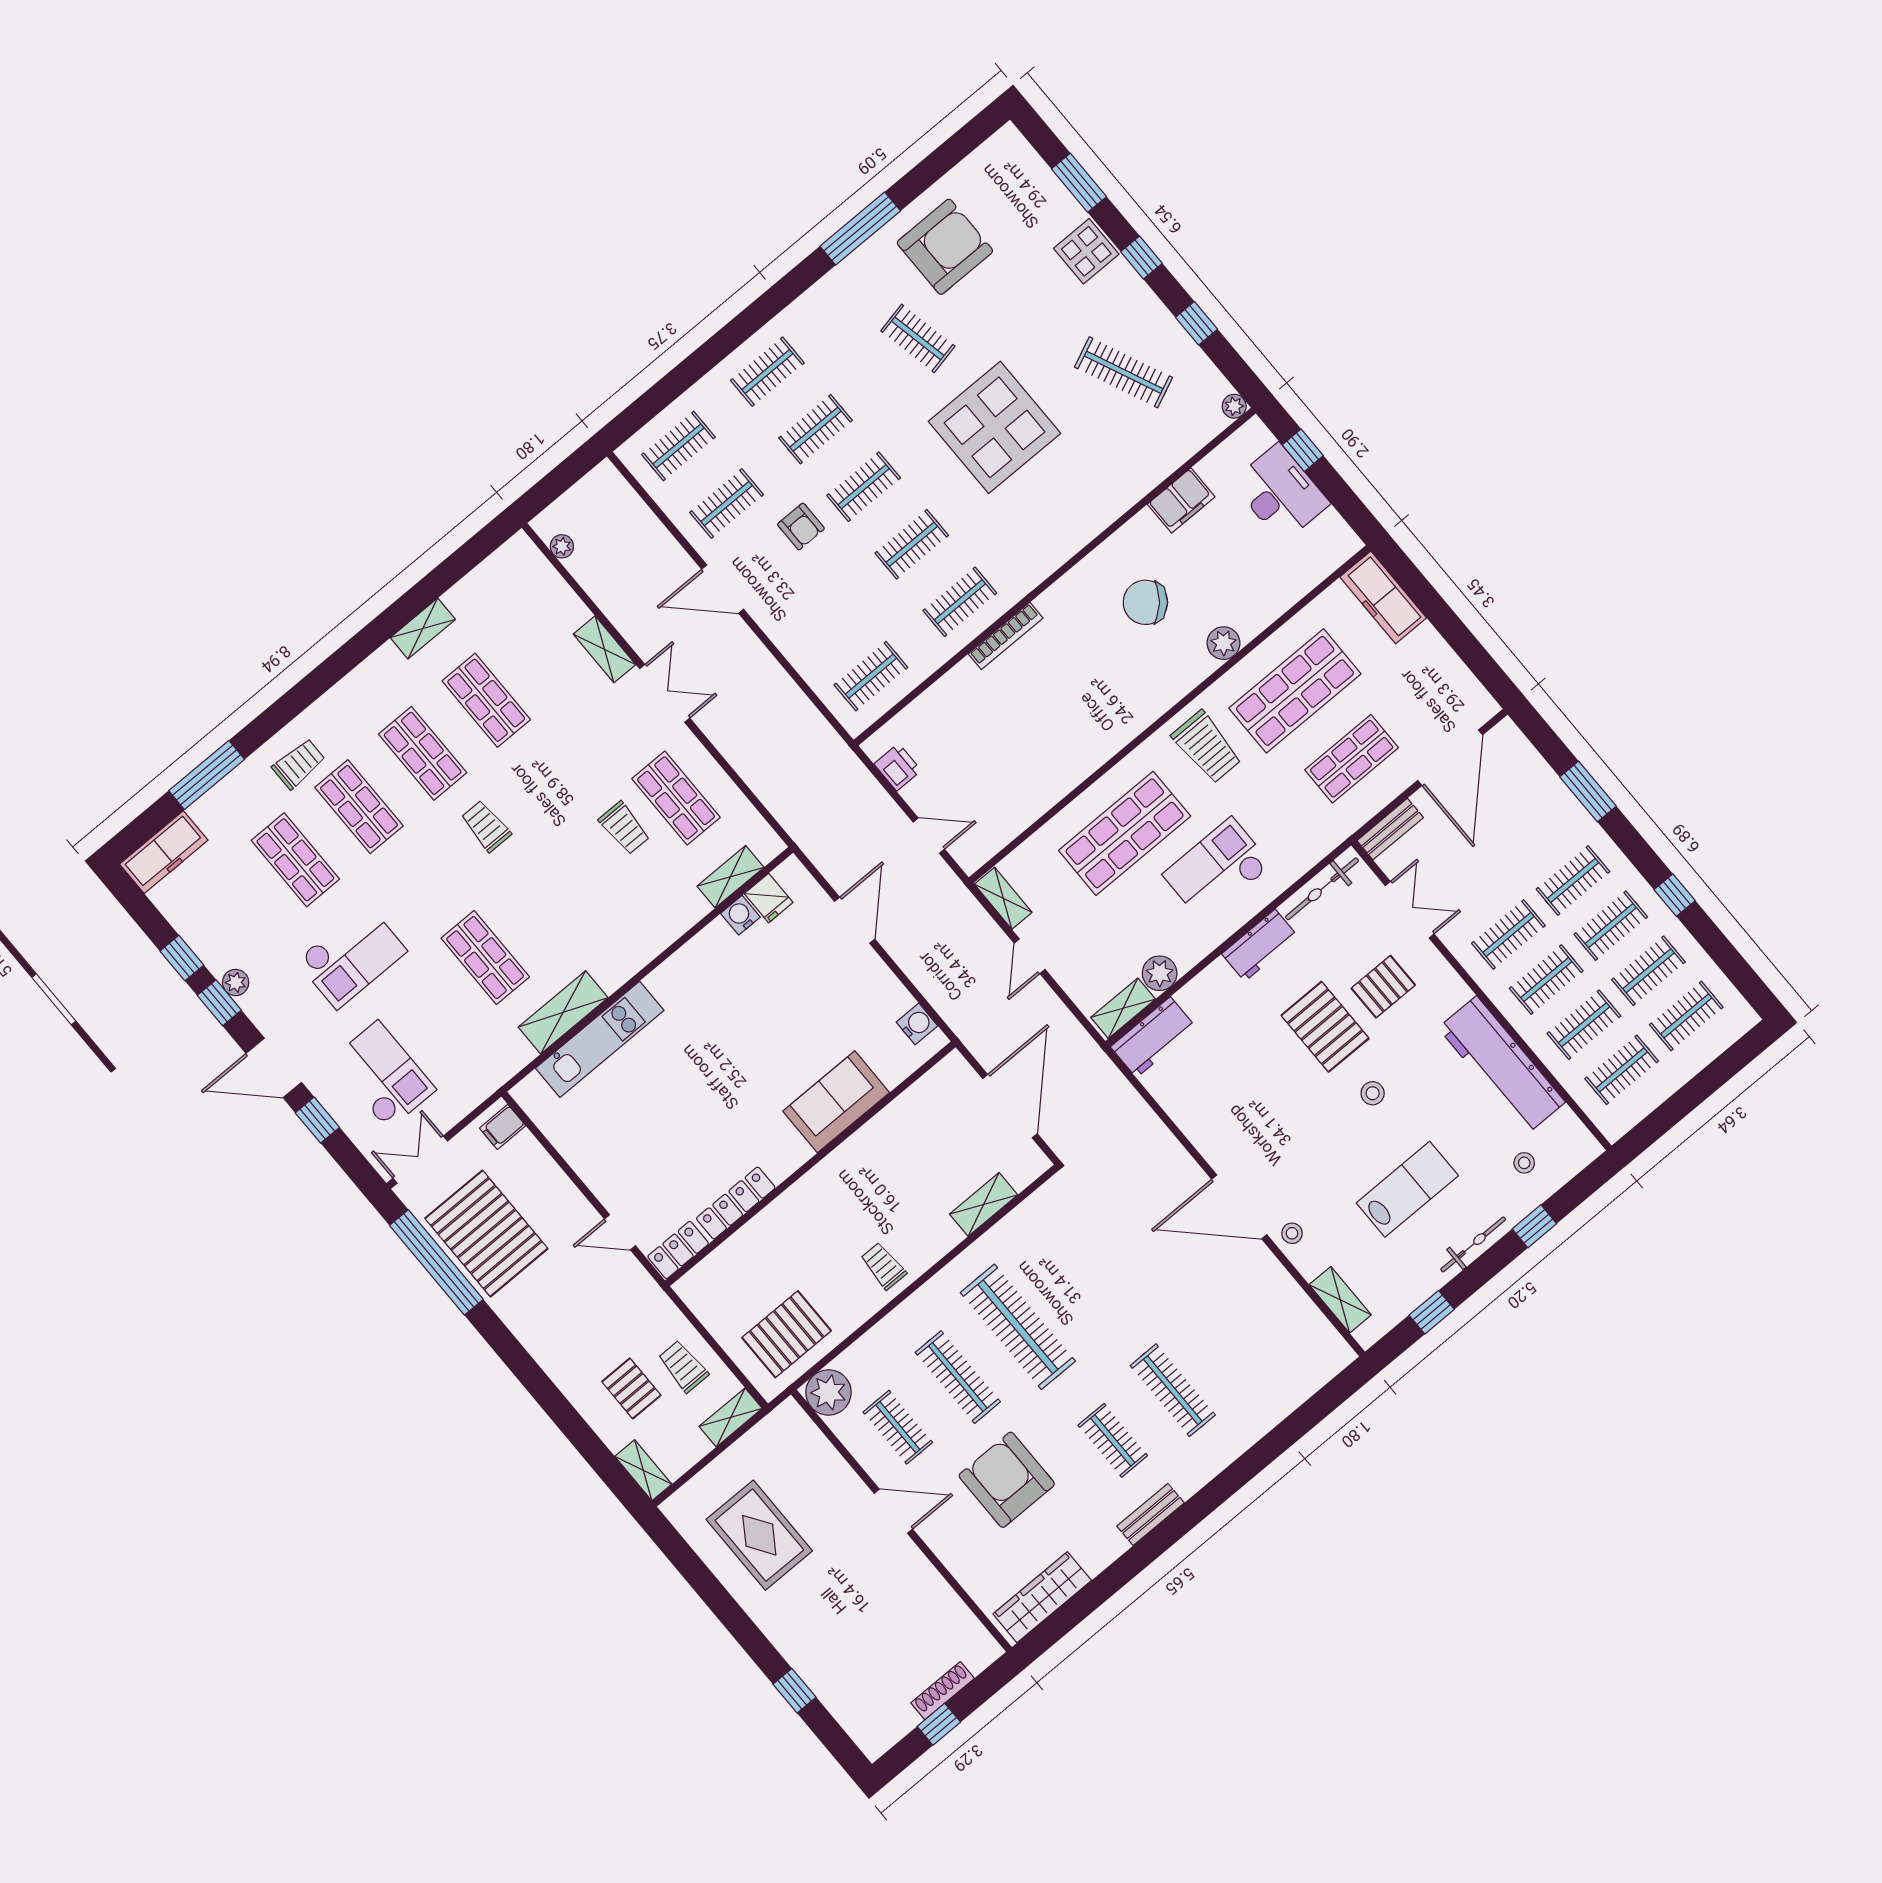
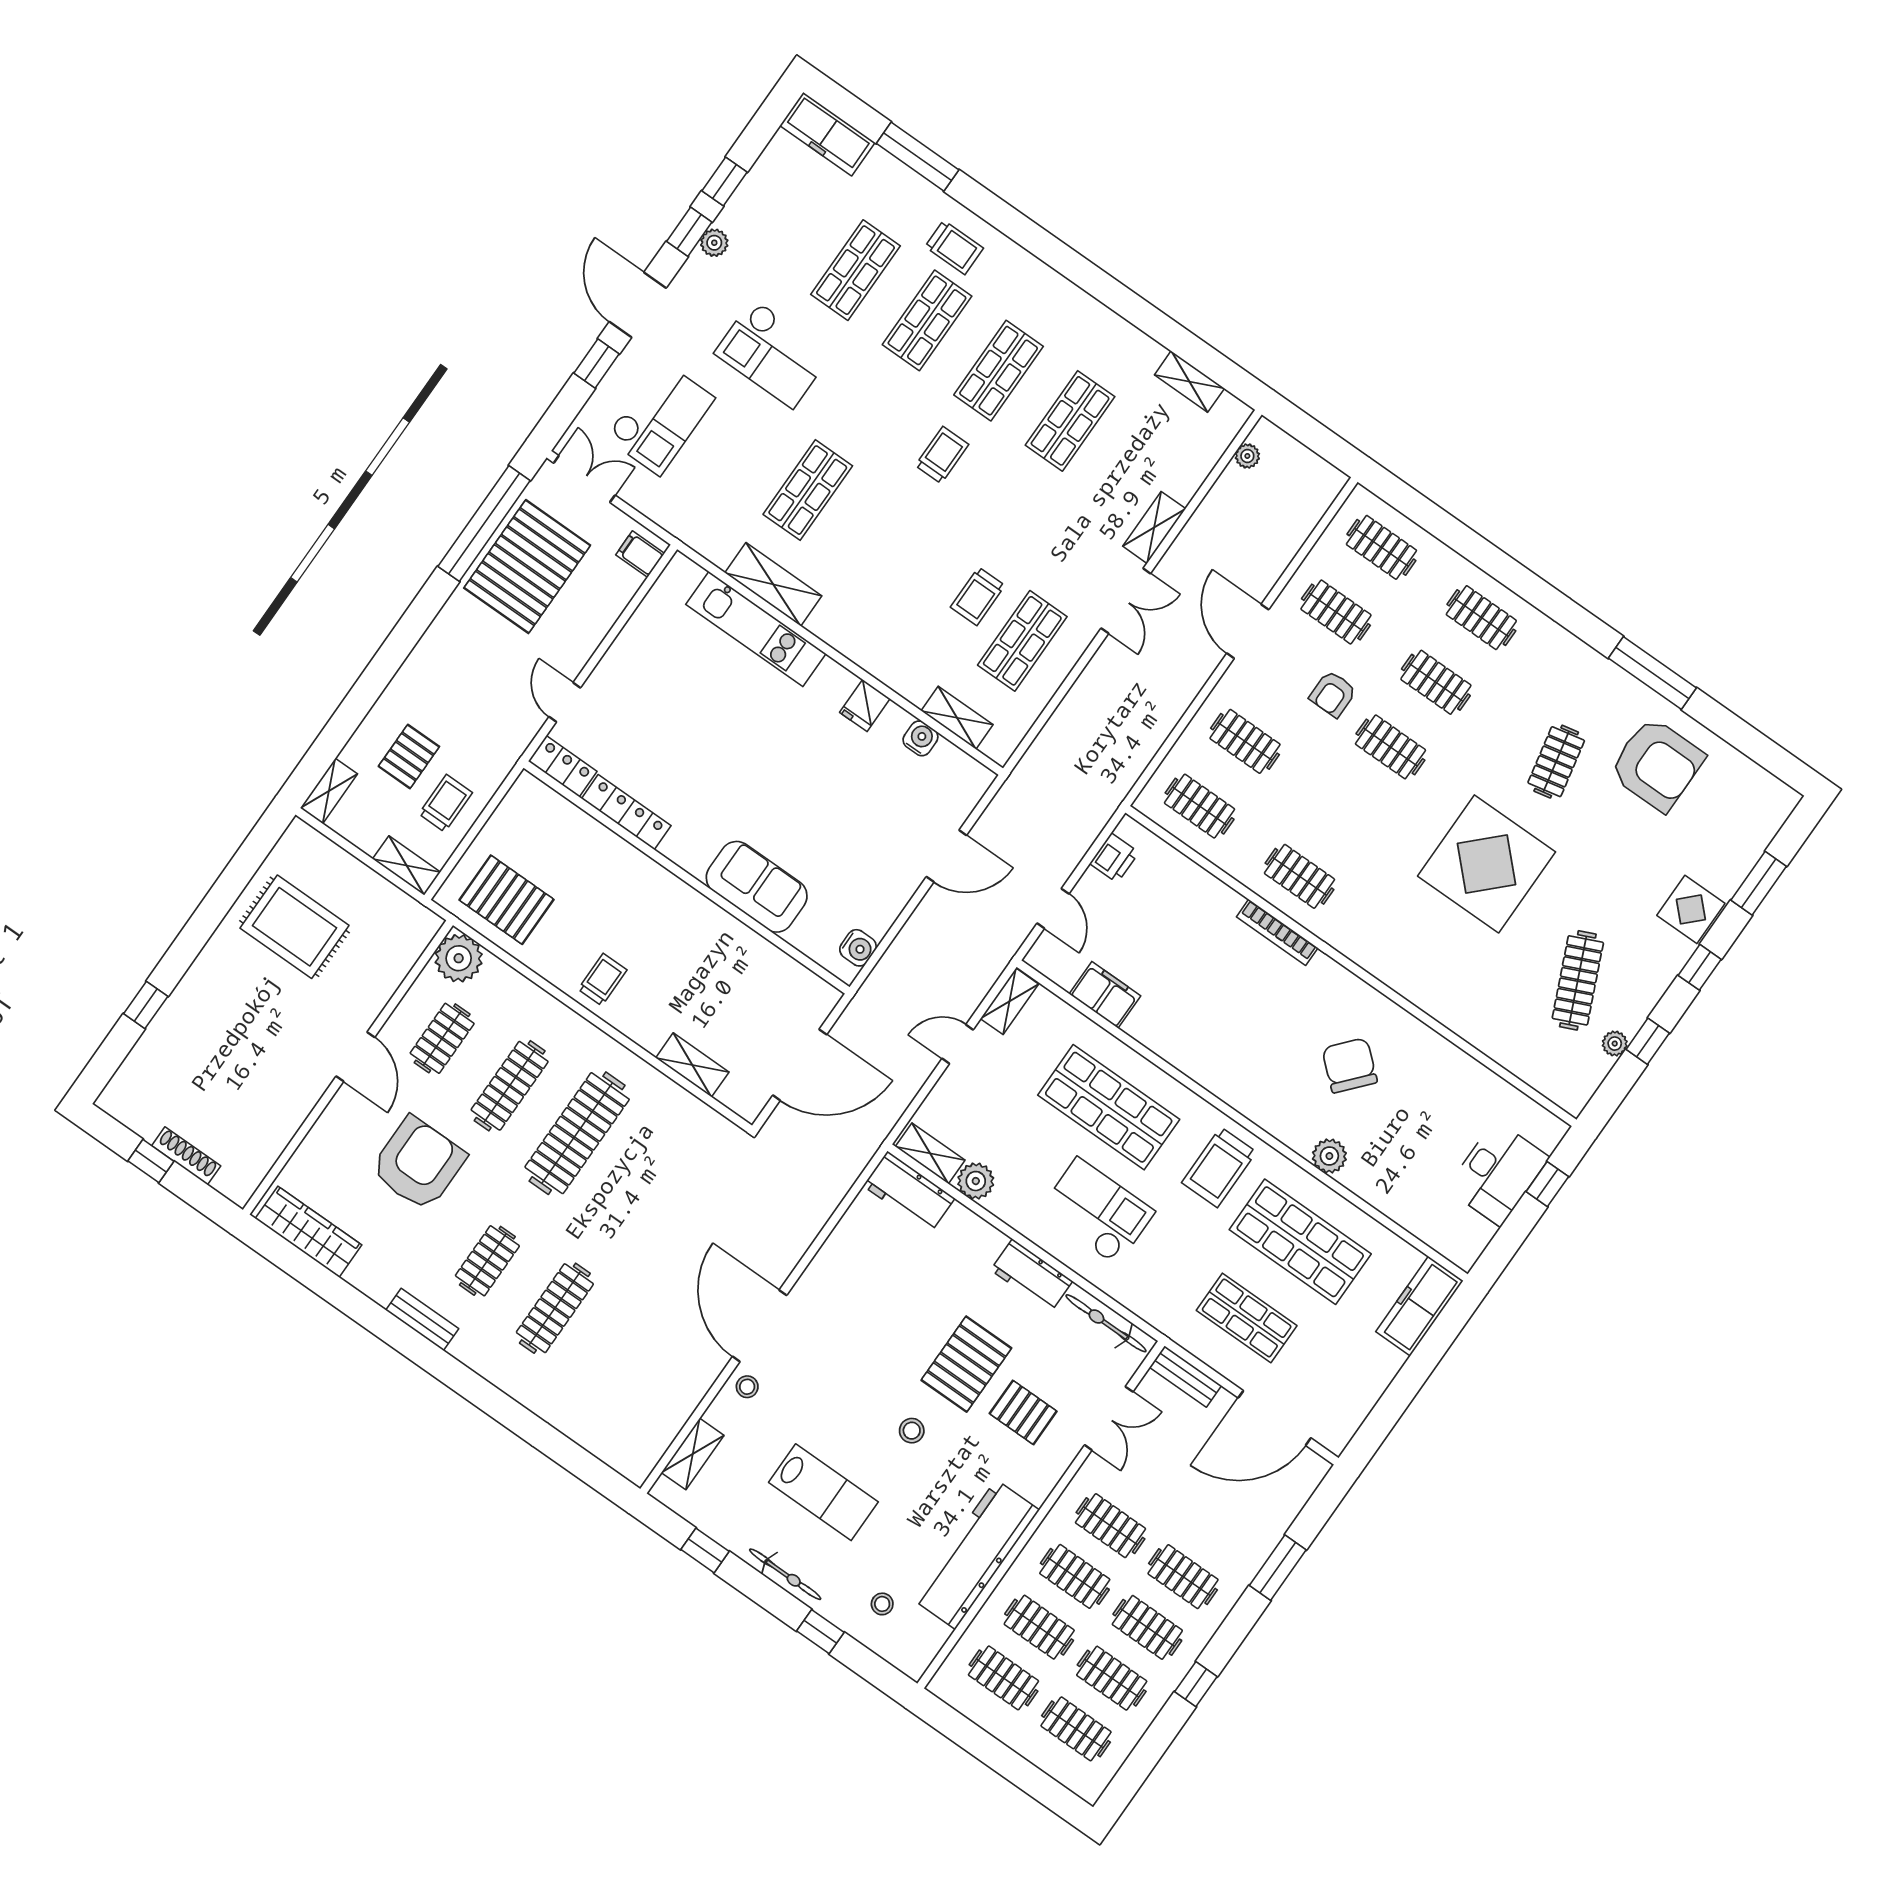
plant: (1234, 406) -> (1615, 1044), moved
filing cabinet: (1181, 500) -> (1105, 995), moved, turned 180
clothes rail: (912, 544) -> (1245, 741), moved
shelving: (423, 629) -> (1189, 382), moved
fridge: (769, 898) -> (865, 706), moved
rug: (759, 1535) -> (294, 927), turned 90

